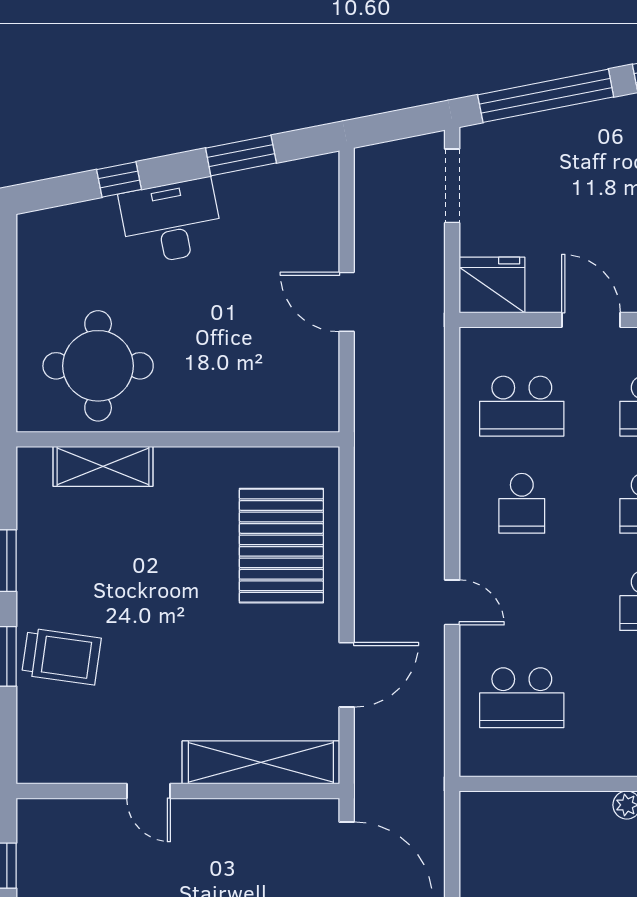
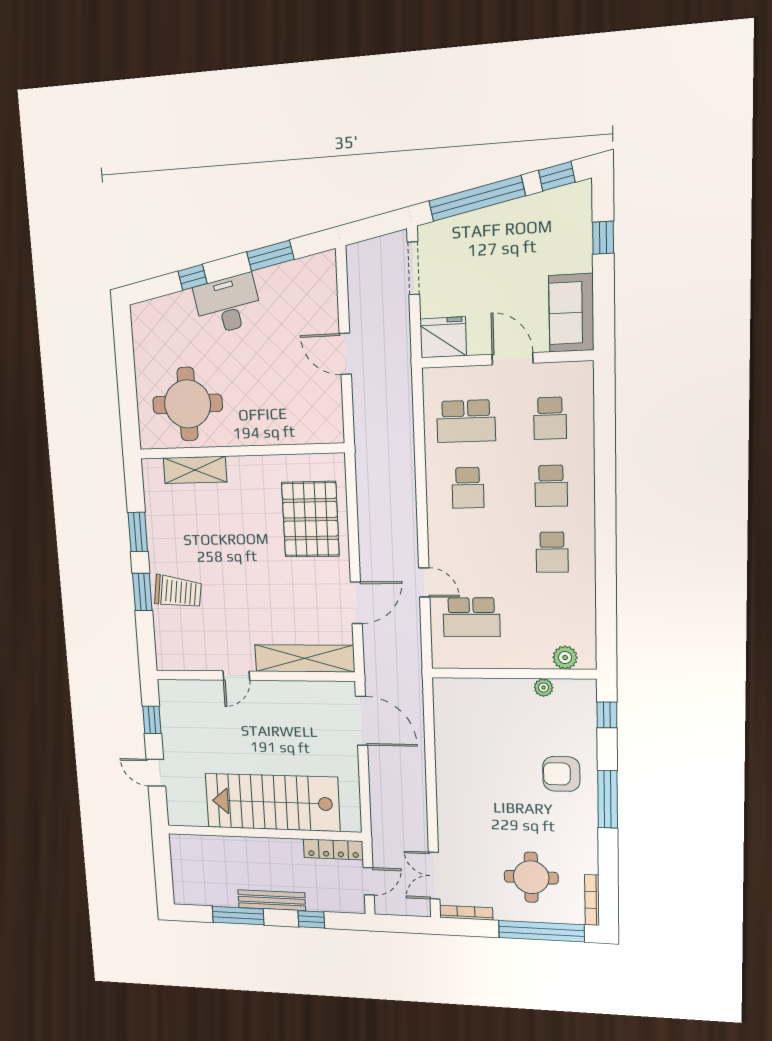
door: (452, 602) -> (424, 582), moved
door: (149, 791) -> (236, 676), hinge flipped

